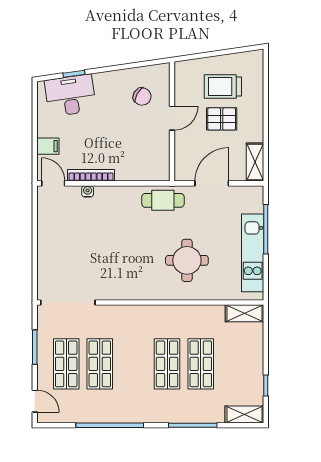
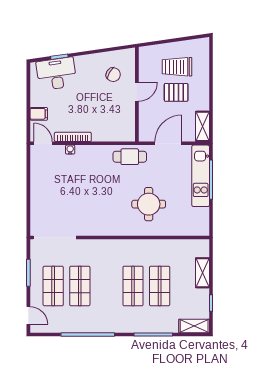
kitchen unit: (253, 253) -> (201, 176), moved
shelving: (244, 313) -> (202, 273), moved, turned 90

